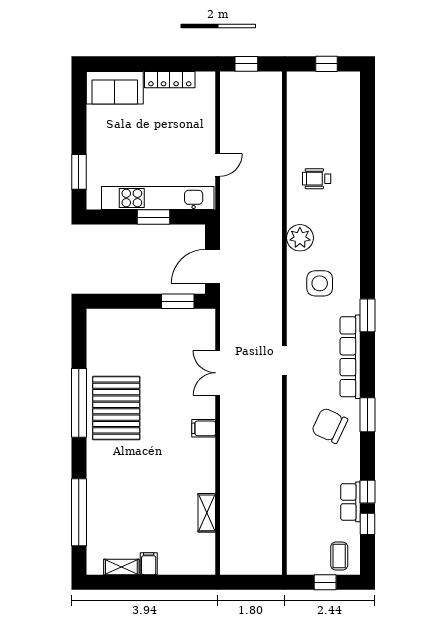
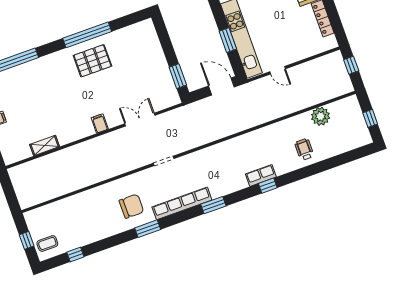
wheelchair: (317, 179) -> (304, 149), moved
plant: (300, 238) -> (321, 116), moved
door: (212, 266) -> (221, 86), moved
side table: (320, 283) -> (223, 166), removed
pallet: (116, 408) -> (92, 61), width x0.73, depth x0.71
chair: (330, 426) -> (131, 206), turned 65
window: (367, 492) -> (268, 186), moved
row of seats: (350, 502) -> (261, 175), moved

